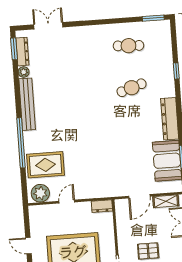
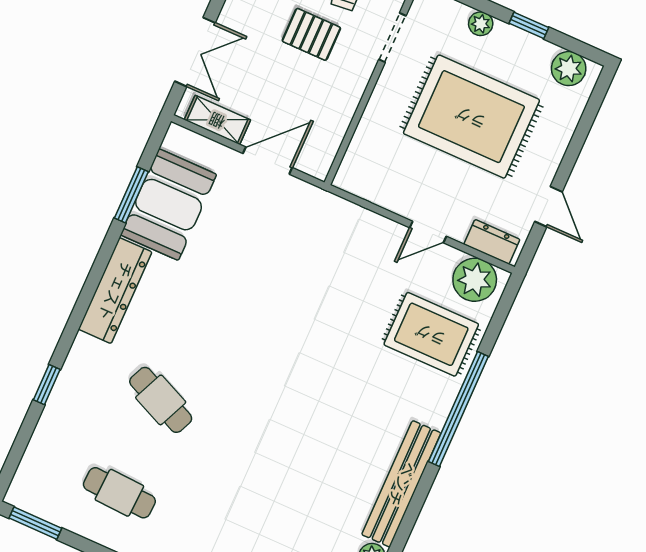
cafe table: (132, 88) -> (161, 400), turned 42
dresser: (102, 206) -> (492, 242), moved
door: (28, 246) -> (548, 207), moved

